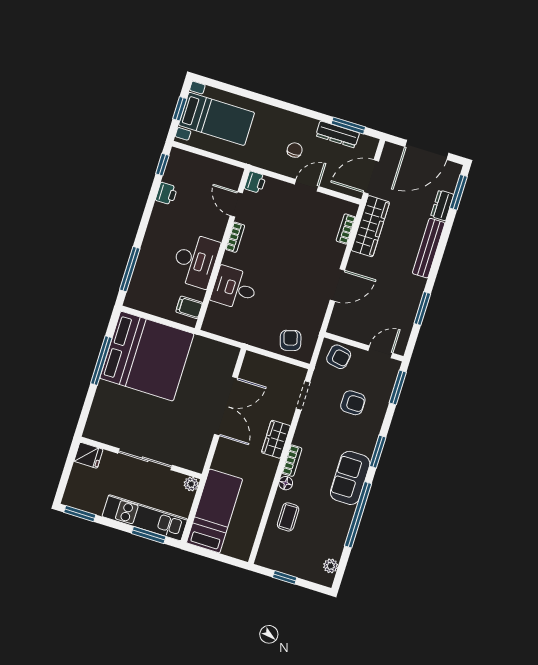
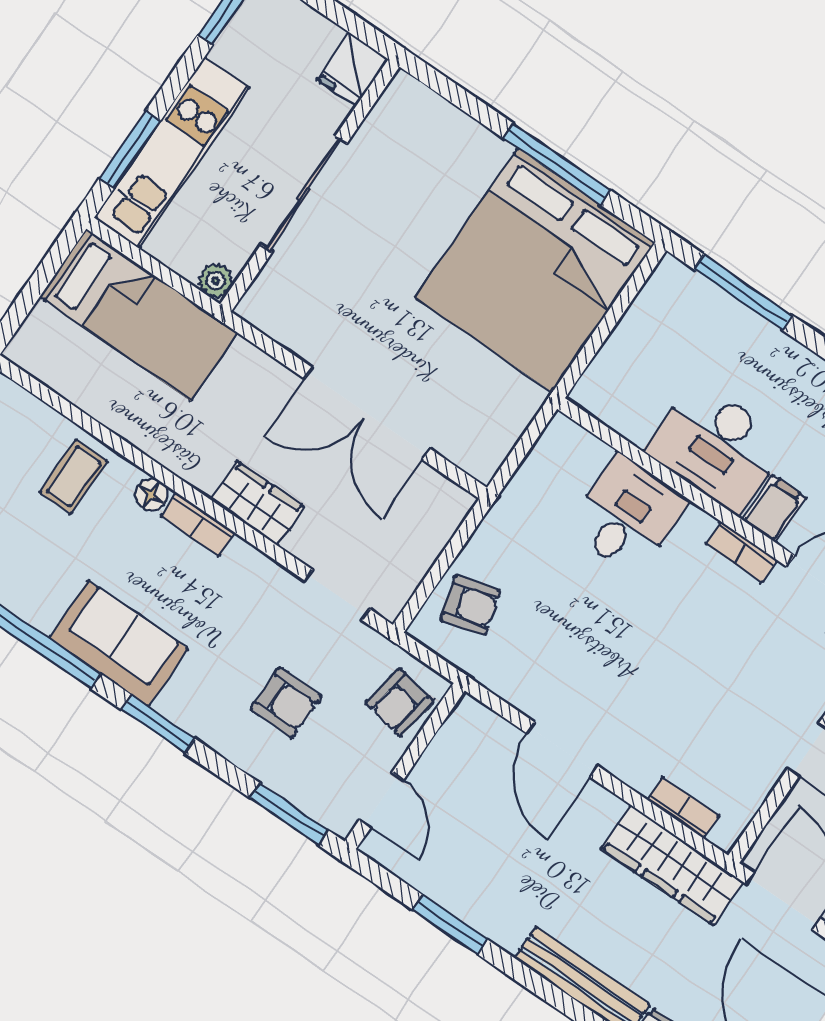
filing cabinet: (189, 307) -> (774, 509), moved
armchair: (353, 403) -> (286, 702), turned -90
coffee table: (288, 517) -> (74, 476), turned 90

